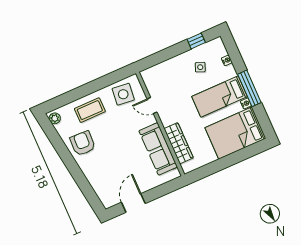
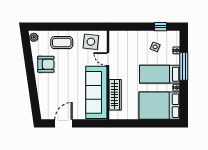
window: (249, 88) -> (184, 66), moved
armchair: (83, 143) -> (46, 64), turned 88
sofa: (158, 149) -> (96, 92), width x1.36, depth x1.27

